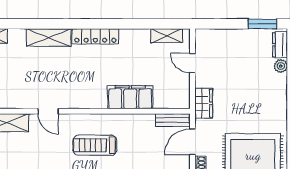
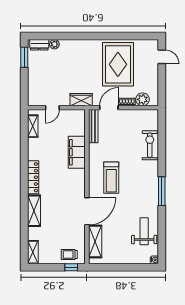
door: (48, 111) -> (87, 211), width x1.87
bench: (173, 120) -> (93, 126), width x1.36
door: (192, 142) -> (109, 108), swing flipped

